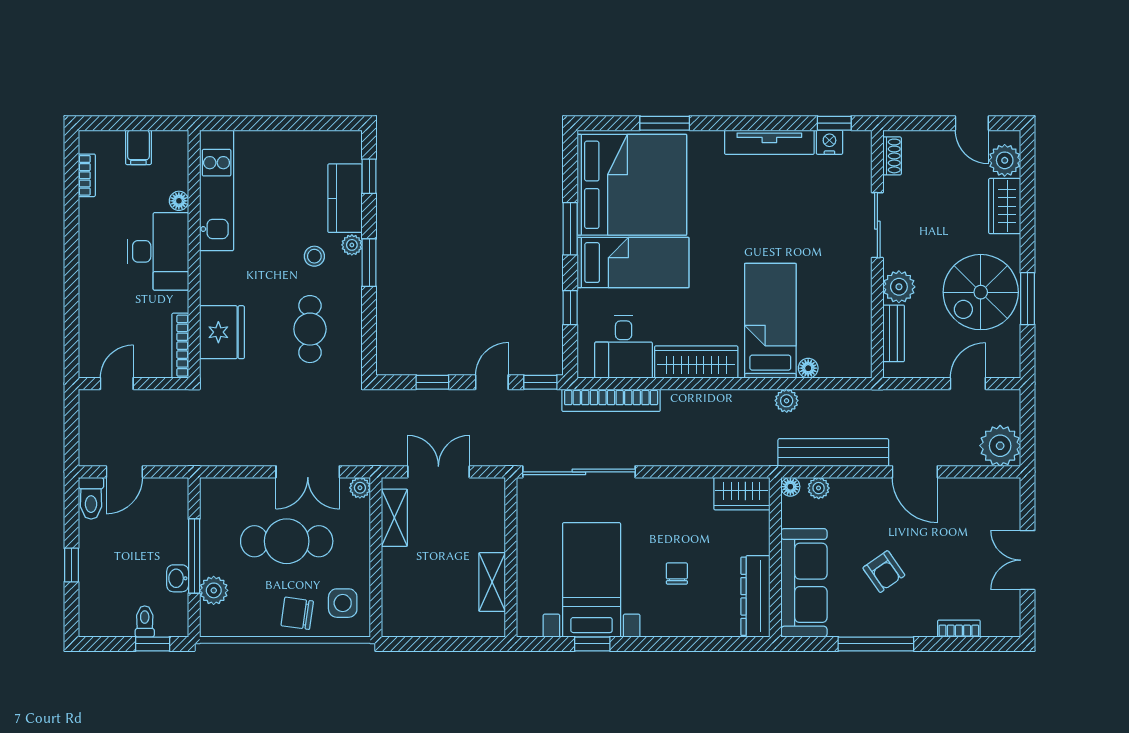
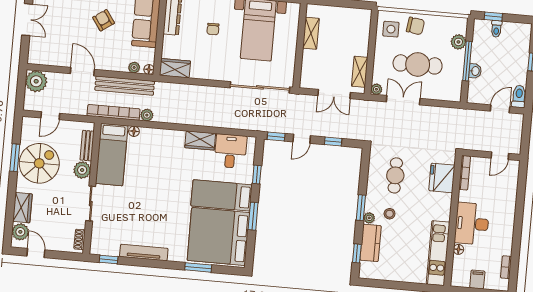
nightstand: (829, 142) -> (112, 250), removed
bed: (770, 321) -> (112, 155), moved
wardrobe: (696, 362) -> (200, 140), width x0.67
bookcase: (611, 400) -> (114, 112), moved
washbasin: (178, 578) -> (475, 71), moved

